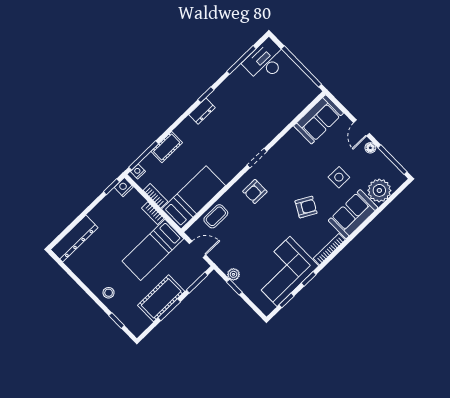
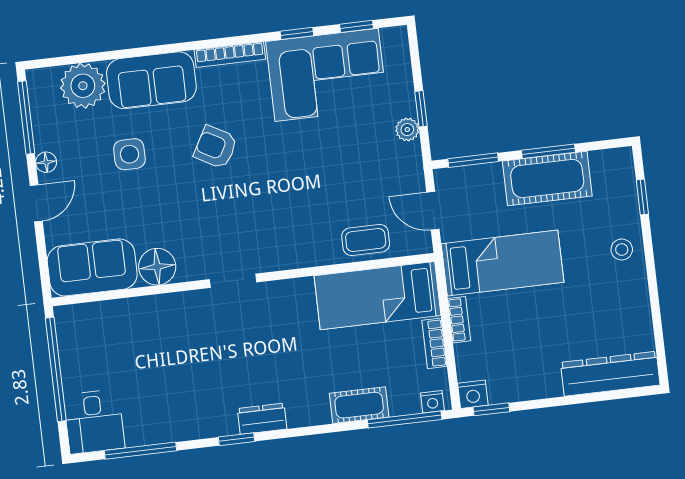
desk: (266, 61) -> (94, 422), width x0.73
floor lamp: (292, 140) -> (157, 267), added
armchair: (255, 191) -> (276, 232), removed

